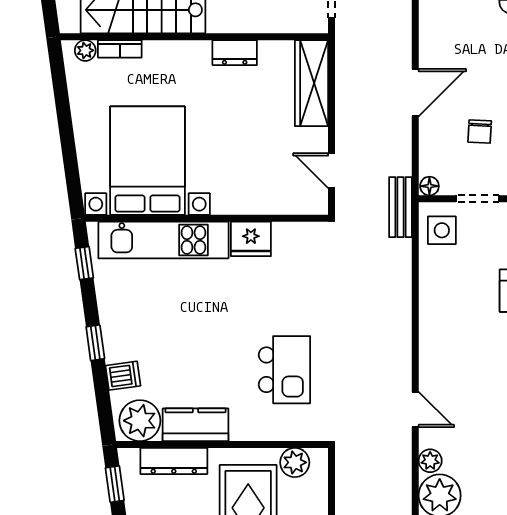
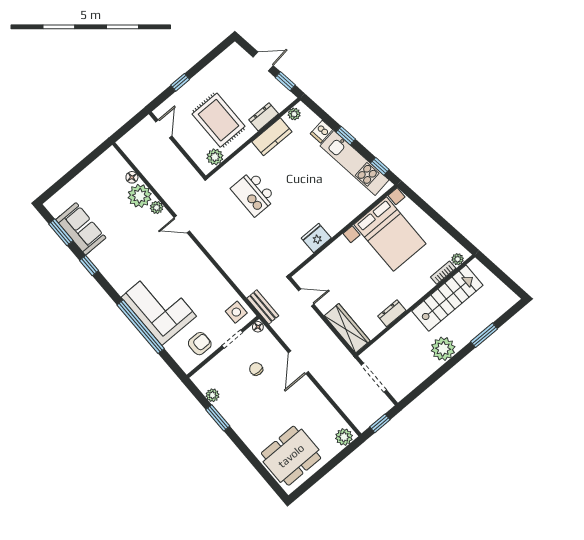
kitchen unit: (163, 240) -> (354, 163), moved, turned -98
plant: (140, 421) -> (294, 114), width x0.53, depth x0.53
dresser: (174, 461) -> (264, 117), width x0.70

